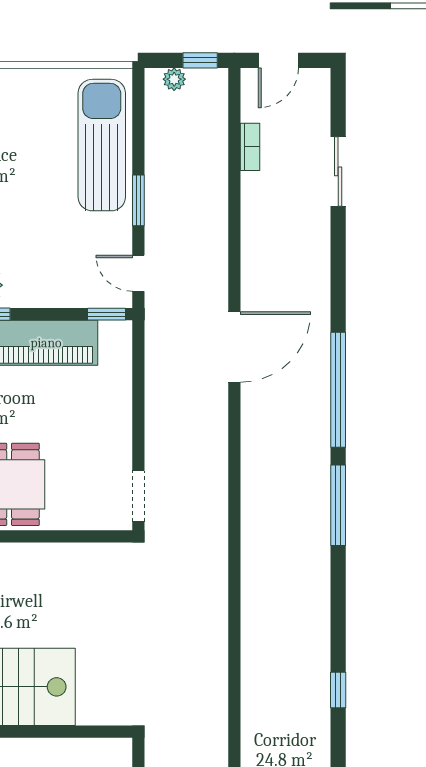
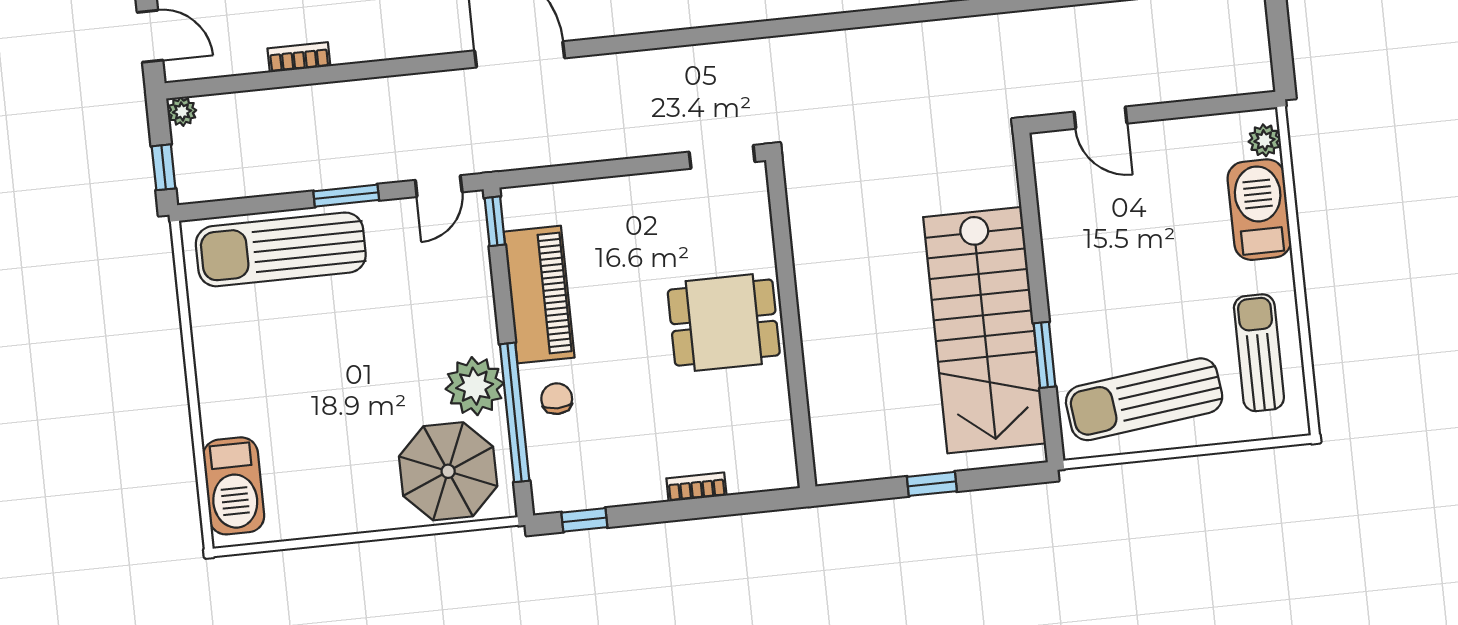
window: (200, 60) -> (164, 167), moved
plant: (174, 79) -> (182, 111), moved
bookcase: (250, 147) -> (299, 57), moved

